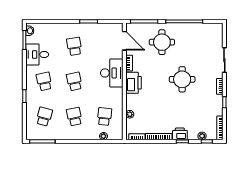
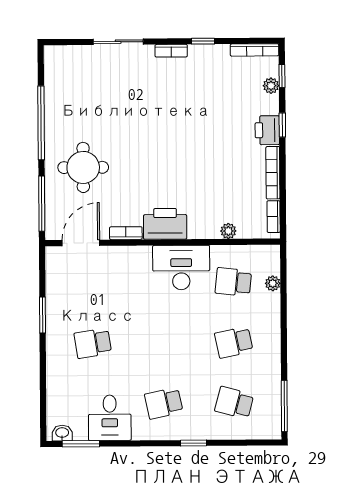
desk: (112, 73) -> (181, 267), moved
round table: (182, 79) -> (158, 126), removed
school desk: (74, 81) -> (163, 343), removed

